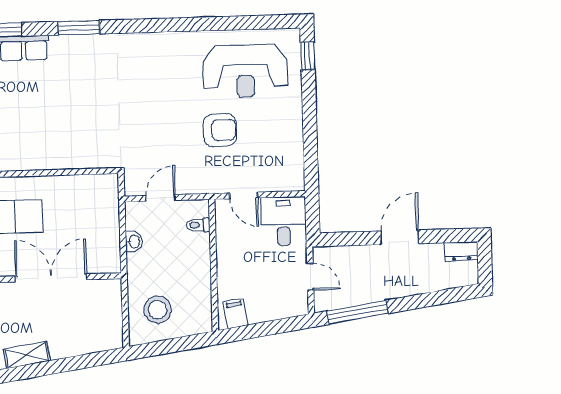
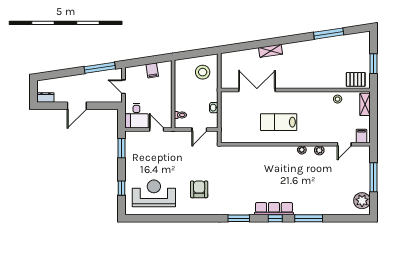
window: (308, 56) -> (122, 188), moved
armchair: (220, 130) -> (199, 189), moved, turned 91
window: (311, 157) -> (122, 148), added
double door: (51, 278) -> (257, 90), swing flipped
filing cabinet: (235, 314) -> (152, 70), moved

